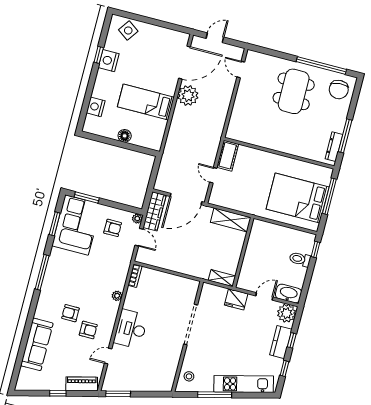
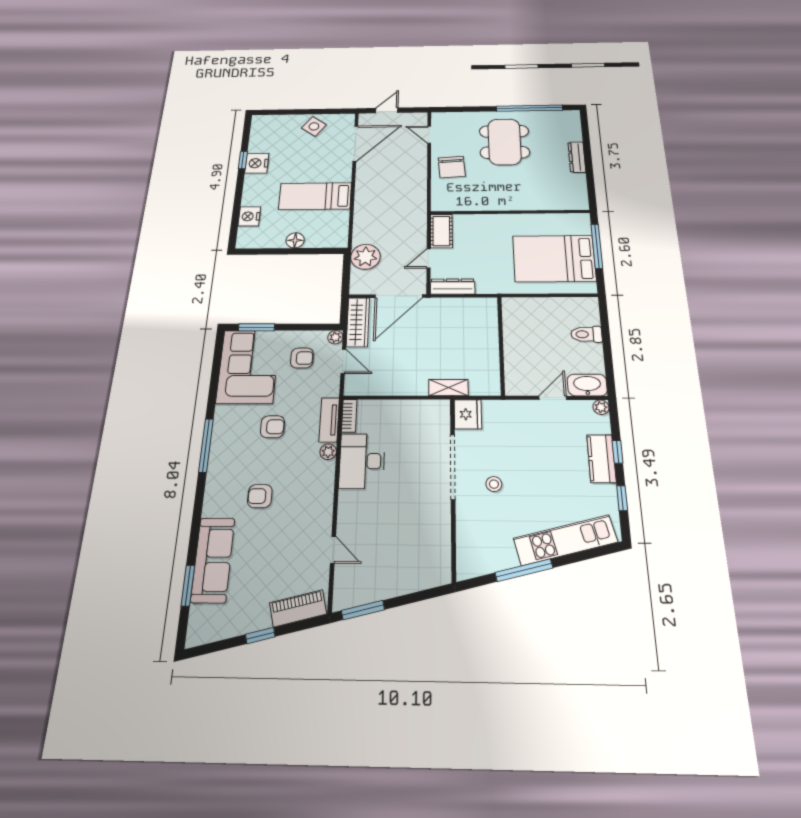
side table: (128, 31) -> (314, 126), moved
chair: (339, 90) -> (452, 167), moved
plant: (188, 96) -> (366, 257), moved
window: (345, 136) -> (589, 173), removed
dresser: (334, 147) -> (577, 157), moved
door: (213, 175) -> (429, 258), hinge flipped
dresser: (224, 201) -> (453, 287), added
shelving: (231, 220) -> (470, 307), removed
window: (55, 224) -> (188, 586), moved
window: (315, 249) -> (604, 316), removed
tv unit: (122, 275) -> (329, 420), added
shelving: (222, 278) -> (448, 388), moved
fridge: (236, 299) -> (468, 414), moved, turned -90
plant: (287, 313) -> (601, 407), width x0.53, depth x0.53
desk: (131, 329) -> (362, 461), moved
armchair: (88, 330) -> (272, 427), moved
door: (108, 356) -> (333, 550), swing flipped
stool: (189, 376) -> (494, 484), moved

